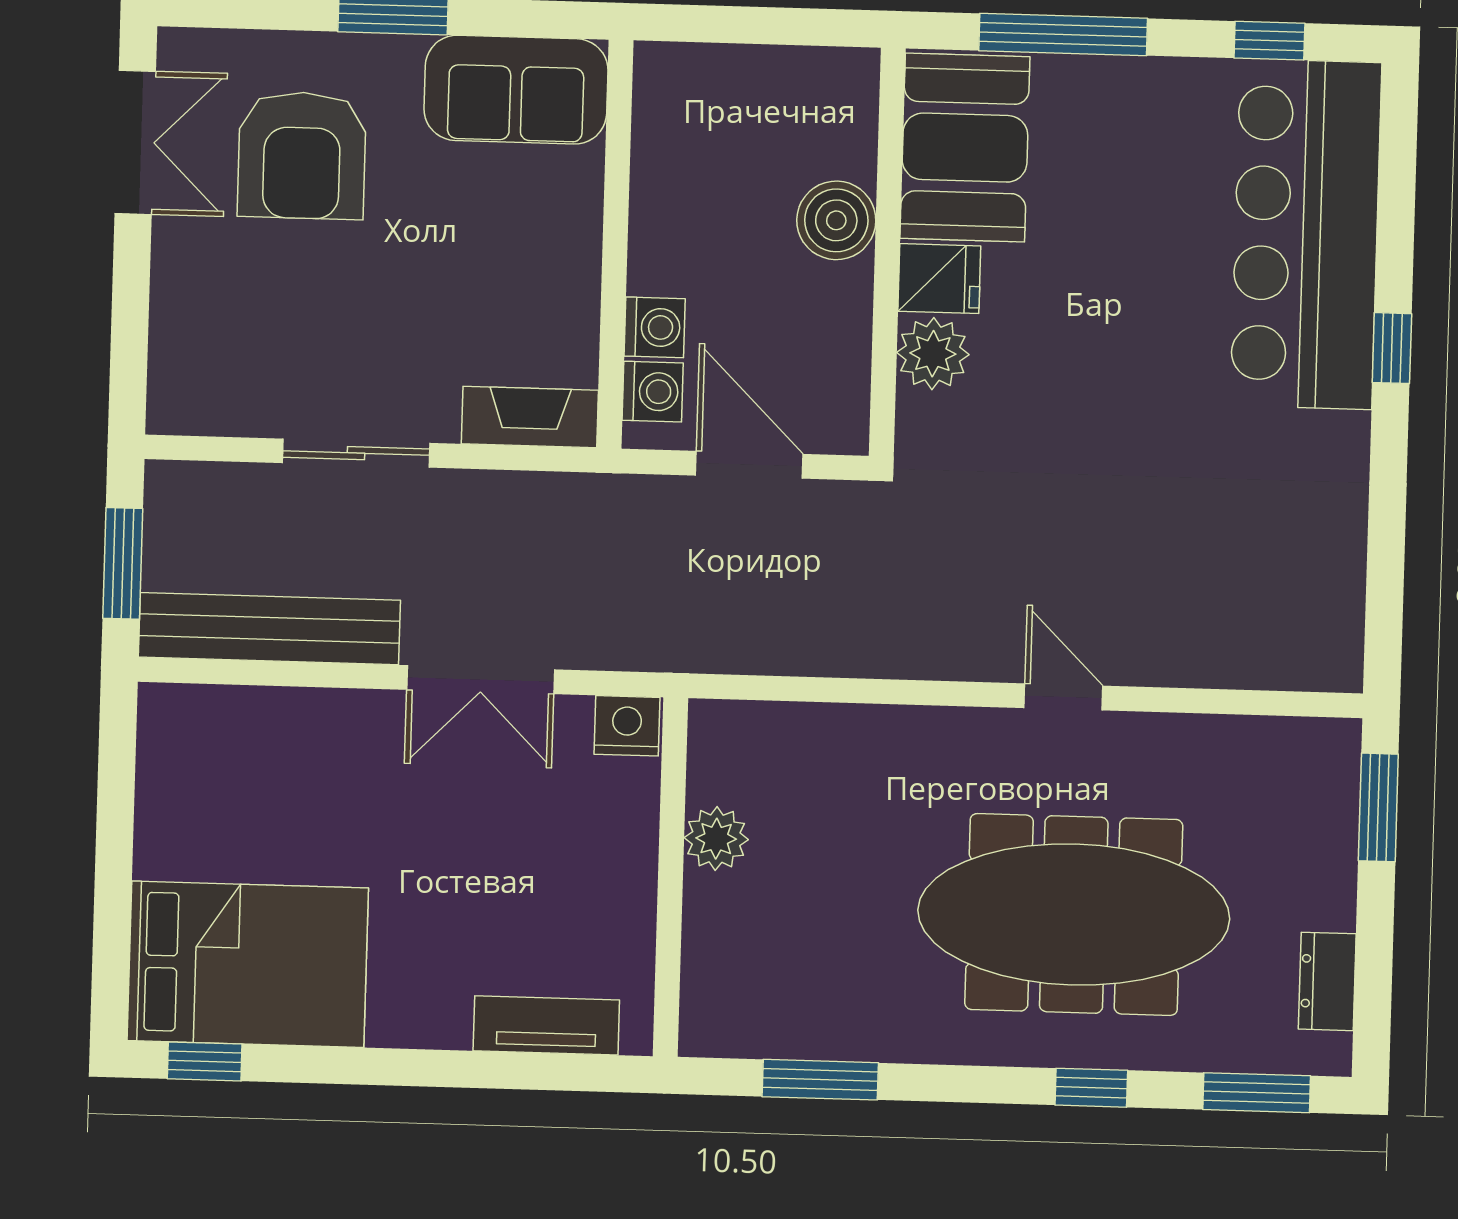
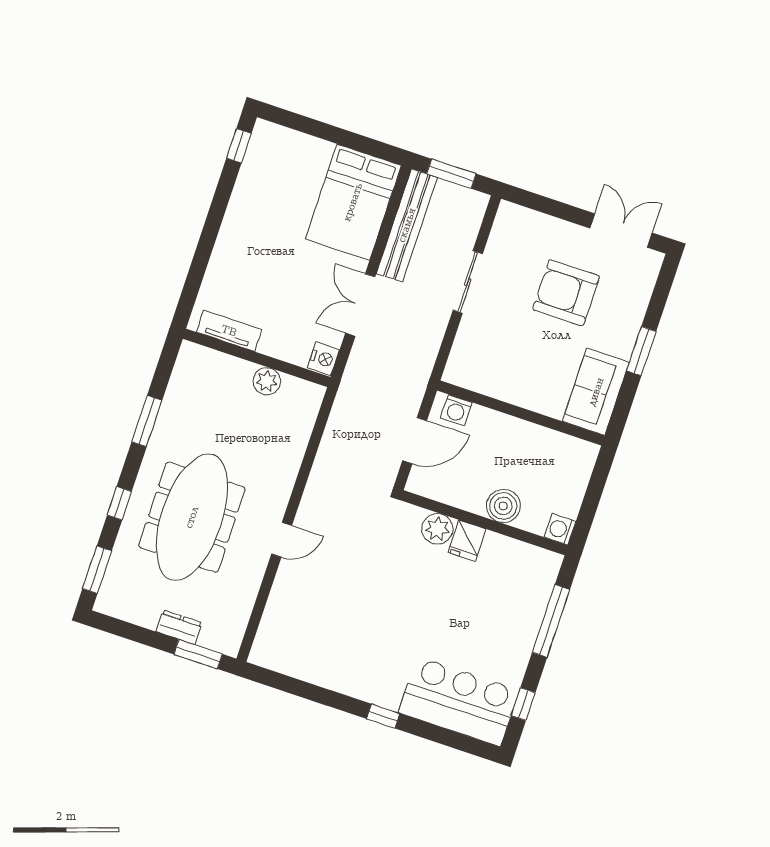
double door: (135, 142) -> (621, 230), swing flipped
booth: (965, 148) -> (517, 567), removed
armchair: (302, 155) -> (566, 293), moved
bar counter: (1306, 234) -> (459, 701), width x0.73
washing machine: (655, 327) -> (560, 529), moved, turned 90
fireplace: (530, 417) -> (461, 357), removed
bed: (248, 964) -> (353, 202), moved
dresser: (1327, 981) -> (179, 627), moved
tv unit: (546, 1025) -> (229, 331), moved, turned -90
window: (820, 1080) -> (147, 421), moved

